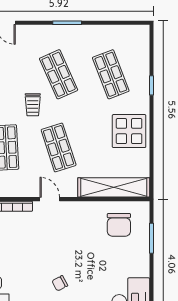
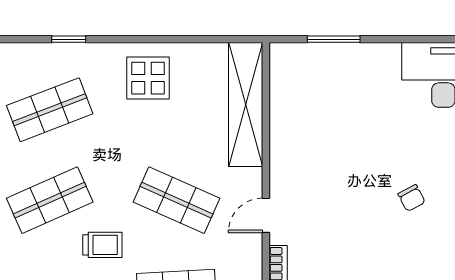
display table: (129, 131) -> (148, 78), width x0.73, depth x0.73
shop shelf: (59, 147) -> (176, 200), turned 42
chair: (119, 225) -> (310, 96), removed

